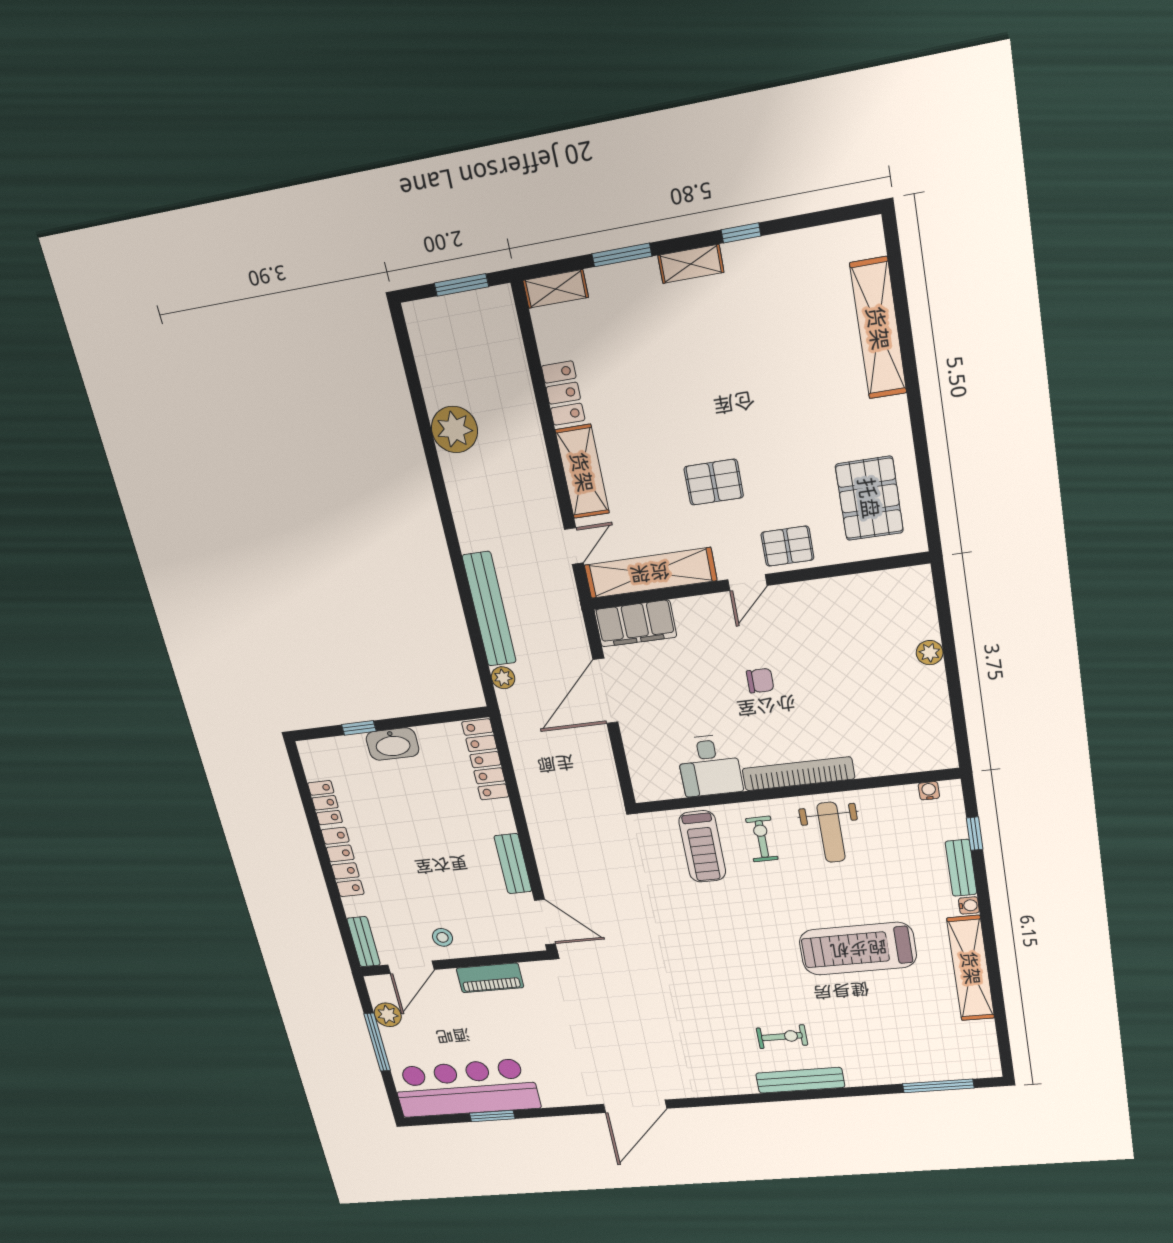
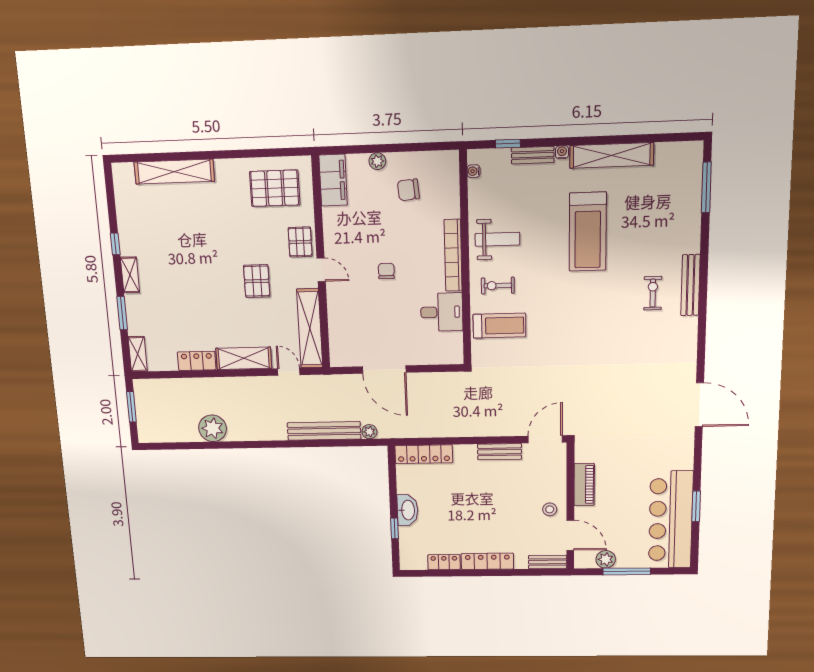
filing cabinet: (635, 623) -> (333, 180), moved
chair: (890, 702) -> (408, 190), added

